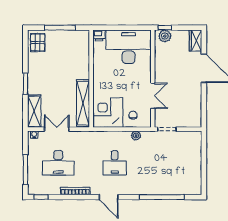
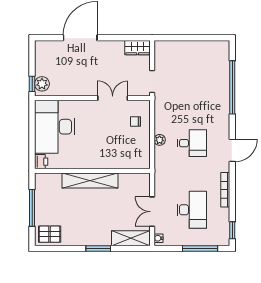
wardrobe: (195, 41) -> (138, 48), moved
shelving: (83, 103) -> (90, 181), moved
corner desk: (108, 113) -> (132, 151), removed
plant: (136, 136) -> (160, 140), moved

